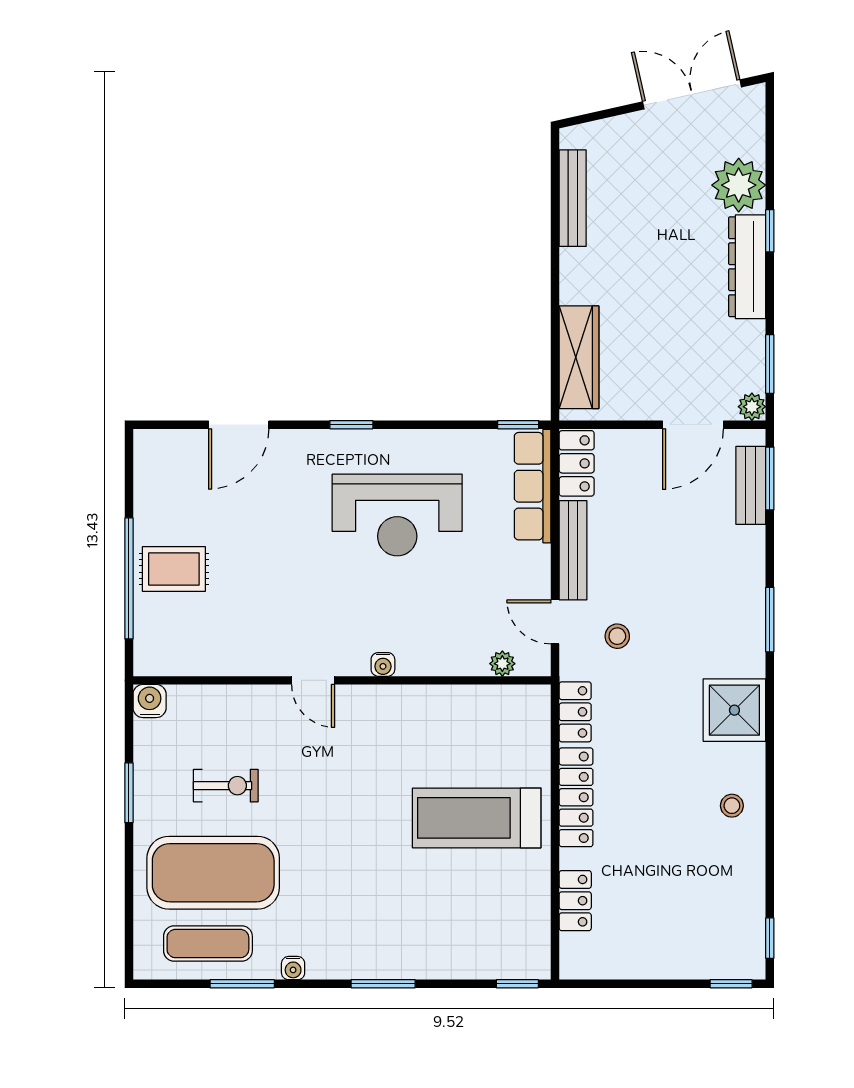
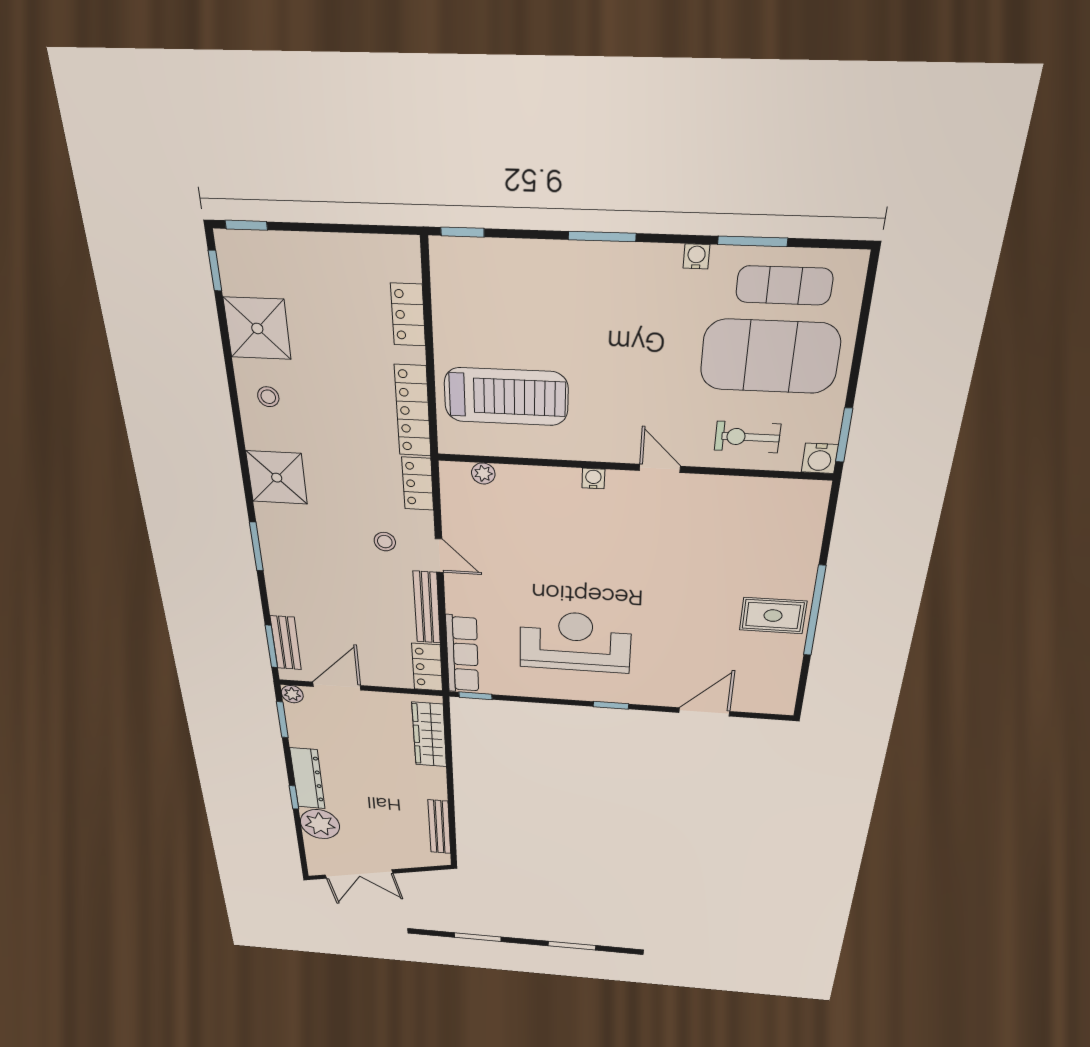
water cooler: (383, 664) -> (593, 478), moved
plant: (502, 664) -> (483, 473), moved
door: (313, 680) -> (660, 468), moved
wall: (342, 680) -> (632, 467), moved
water cooler: (150, 701) -> (820, 458), moved
shower: (734, 880) -> (257, 328), added

